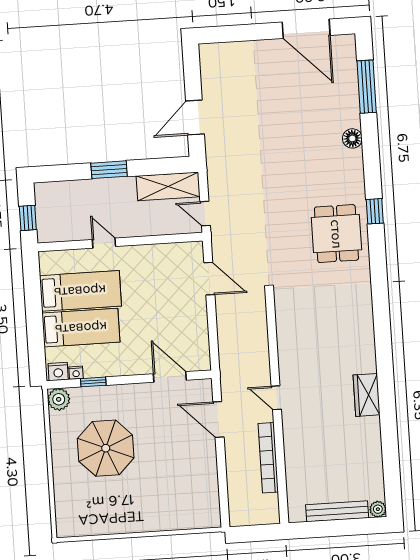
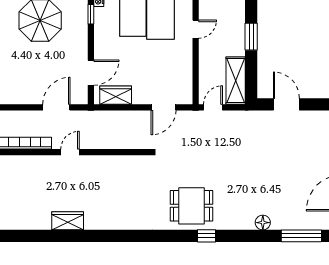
wardrobe: (197, 343) -> (116, 95), added

